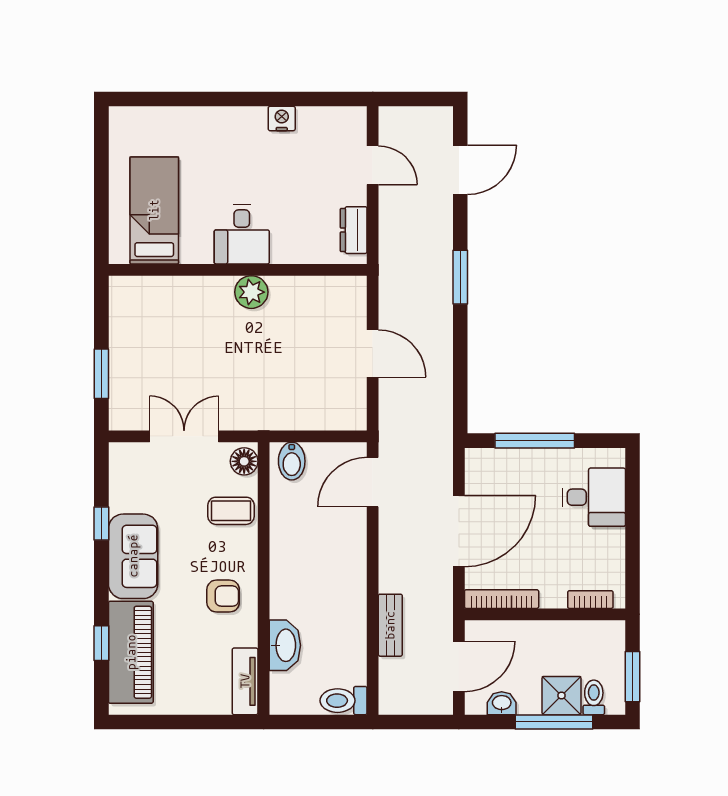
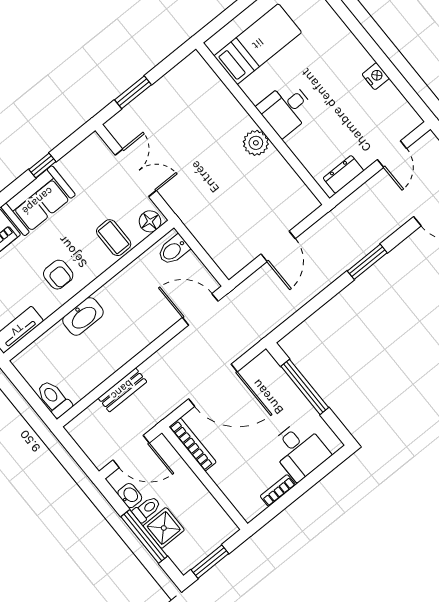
bookcase: (590, 600) -> (278, 490), moved, turned -90
washbasin: (285, 645) -> (83, 316), moved
toilet: (594, 697) -> (147, 509), moved

